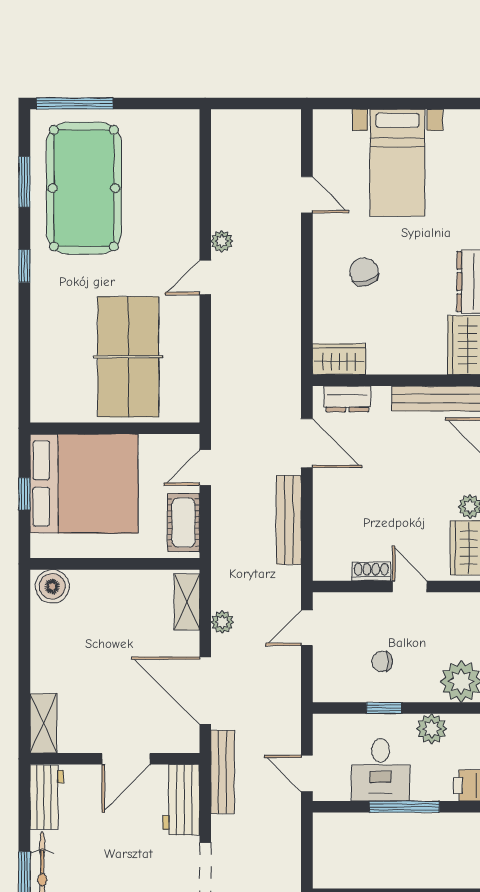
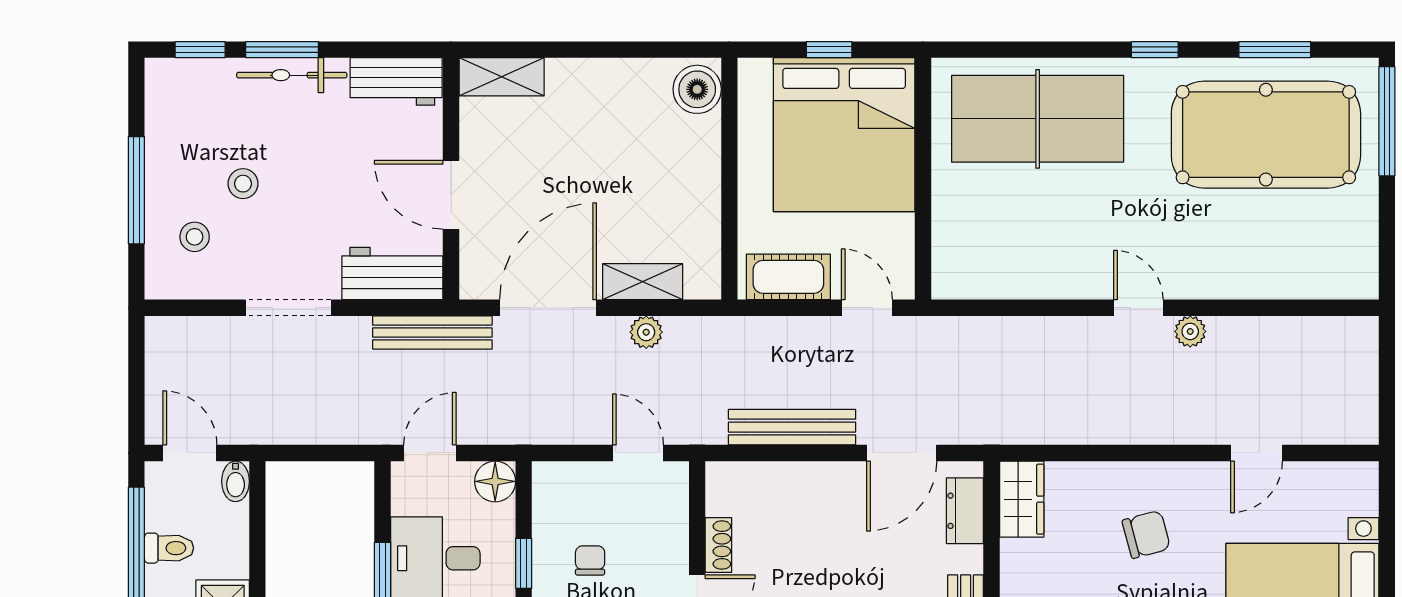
table tennis table: (128, 357) -> (1038, 119), moved
shelving: (187, 602) -> (643, 282), moved
floor lamp: (327, 728) -> (495, 481), added

